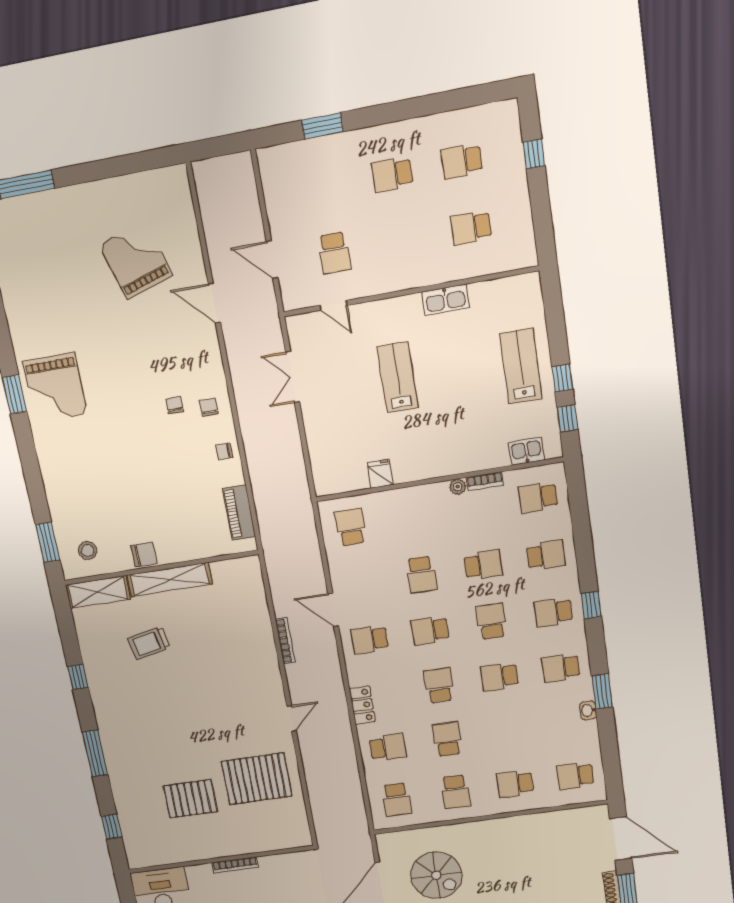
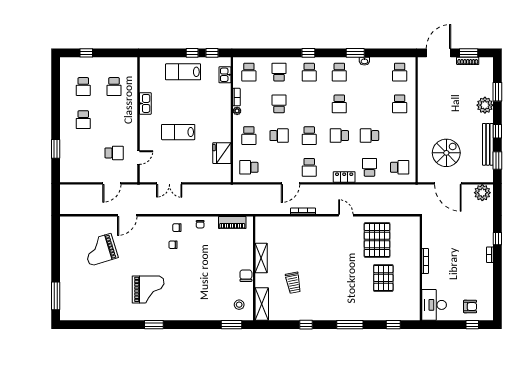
grand piano: (55, 388) -> (148, 289), moved
fridge: (380, 474) -> (222, 153), width x1.88, depth x1.34
shelving: (170, 580) -> (261, 258), width x0.68
school desk: (491, 621) -> (249, 136), moved, turned -90
school desk: (455, 792) -> (400, 136), removed

